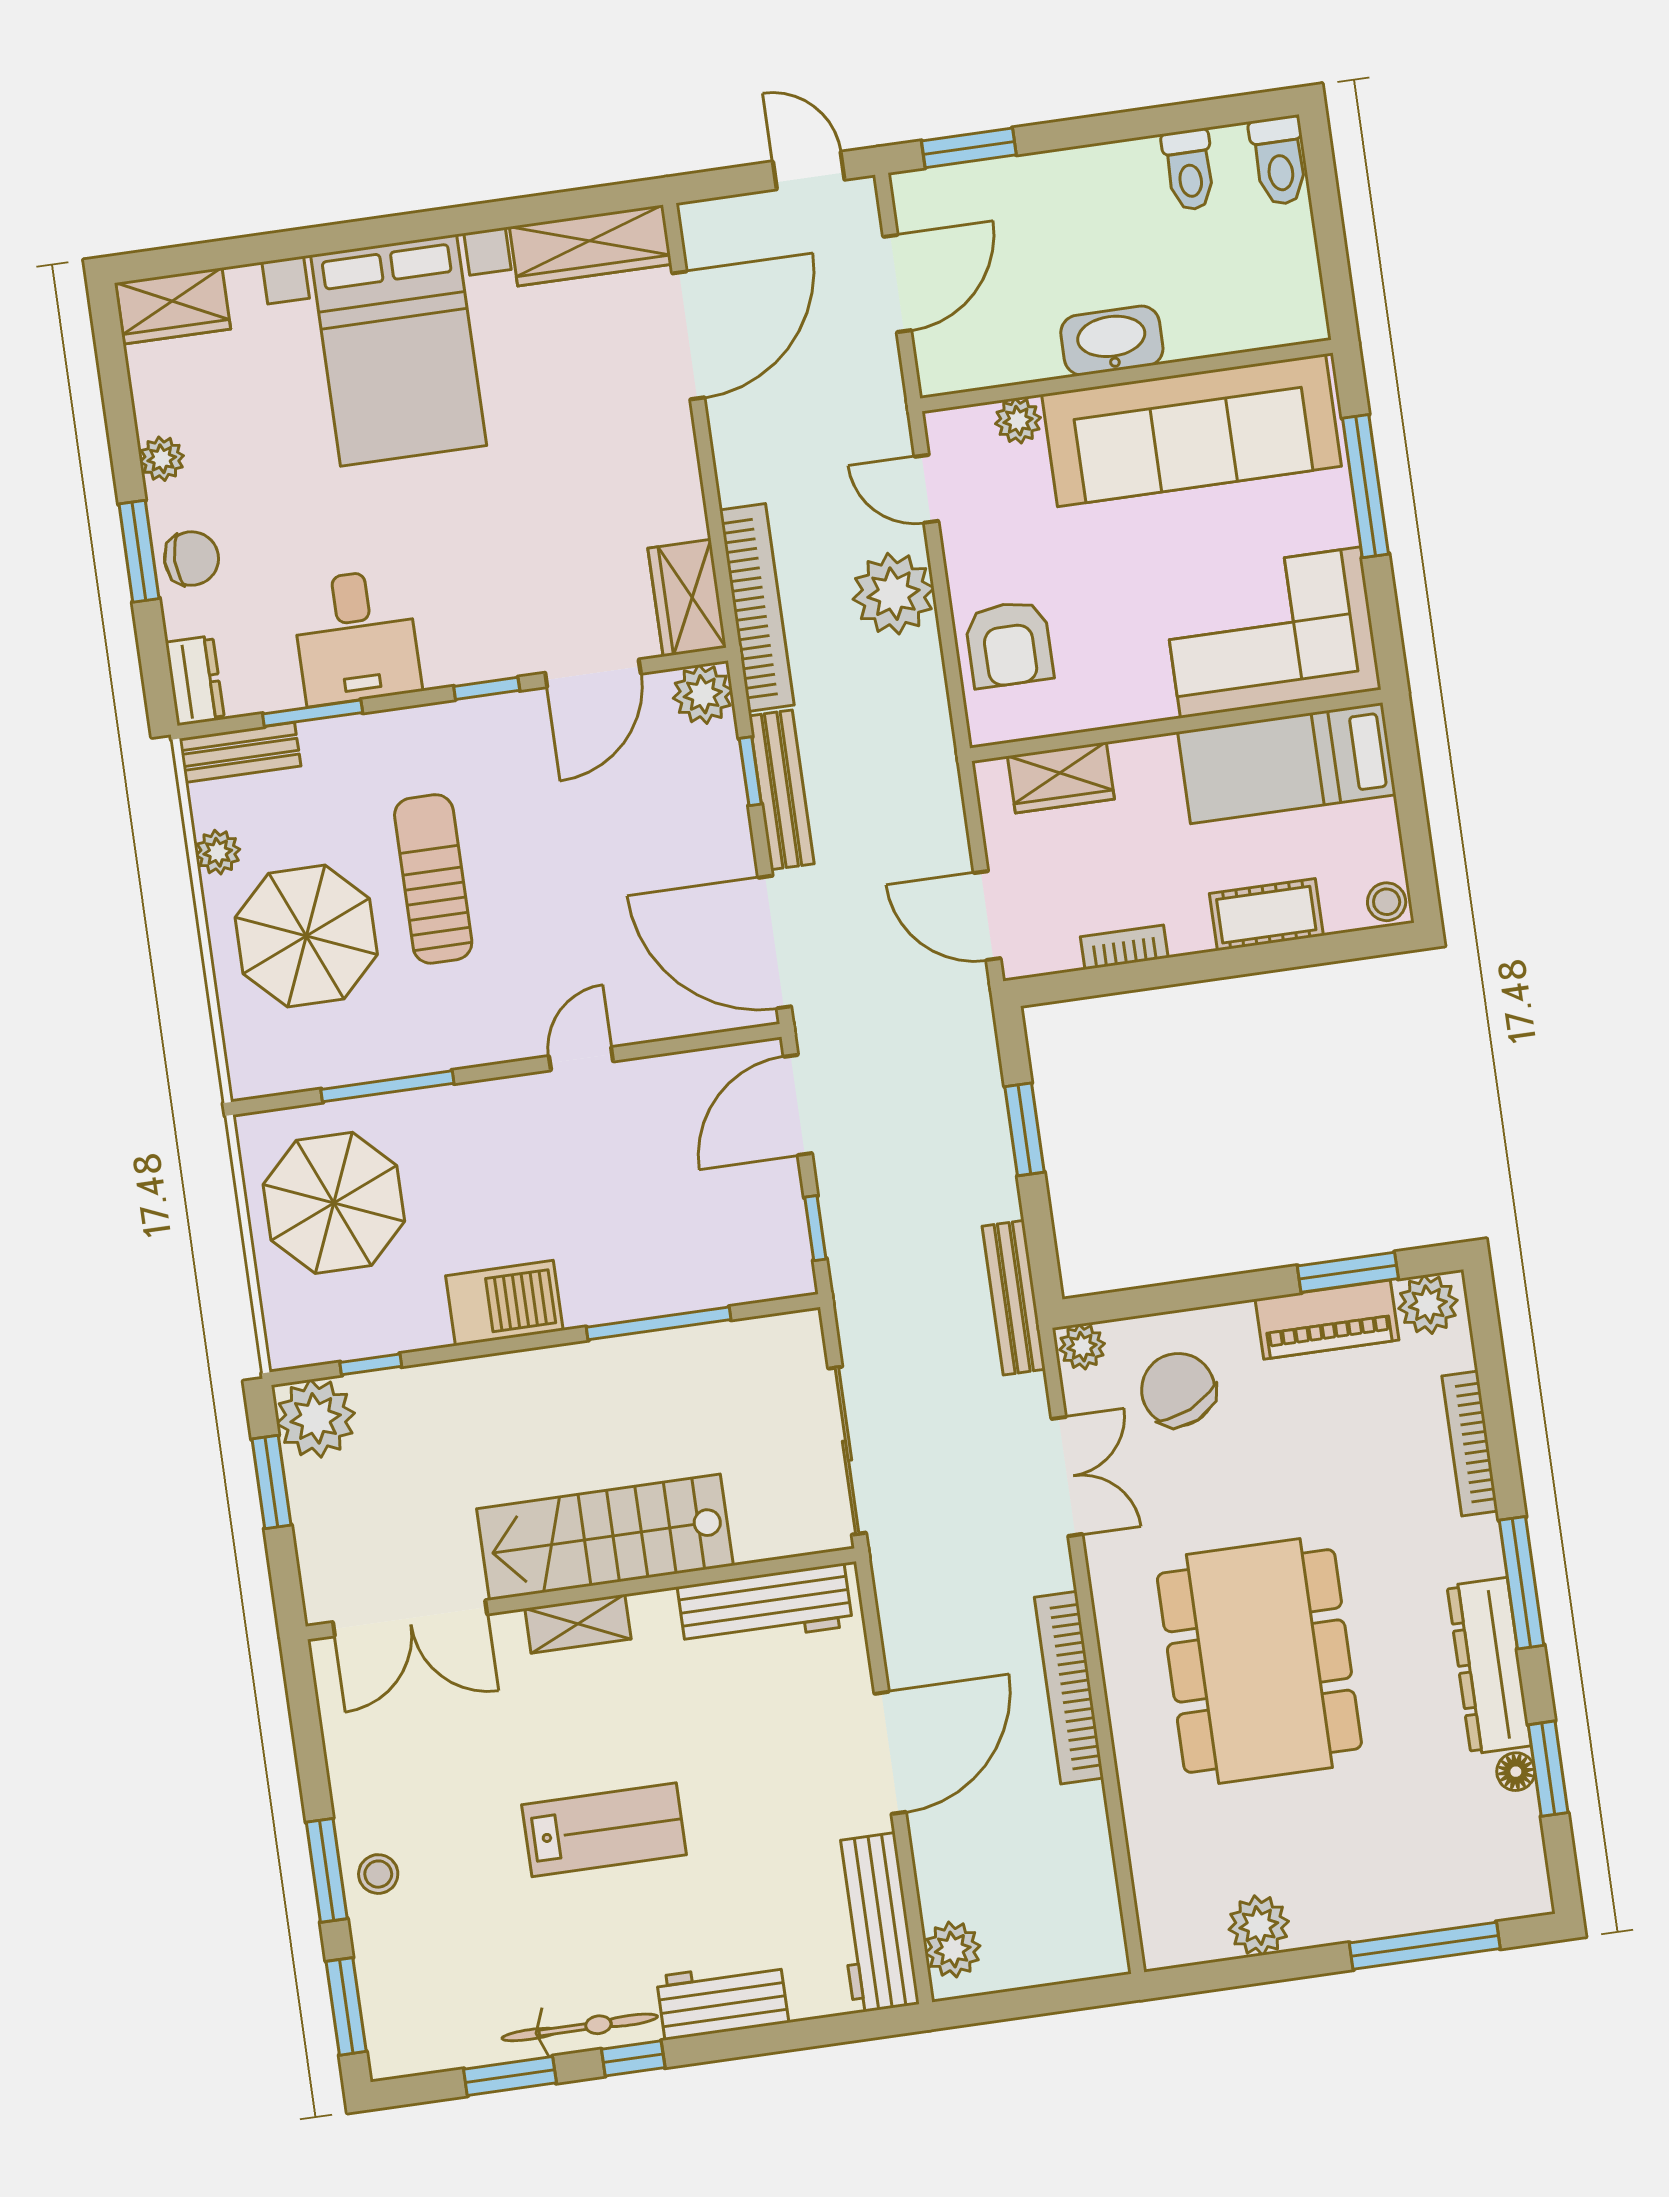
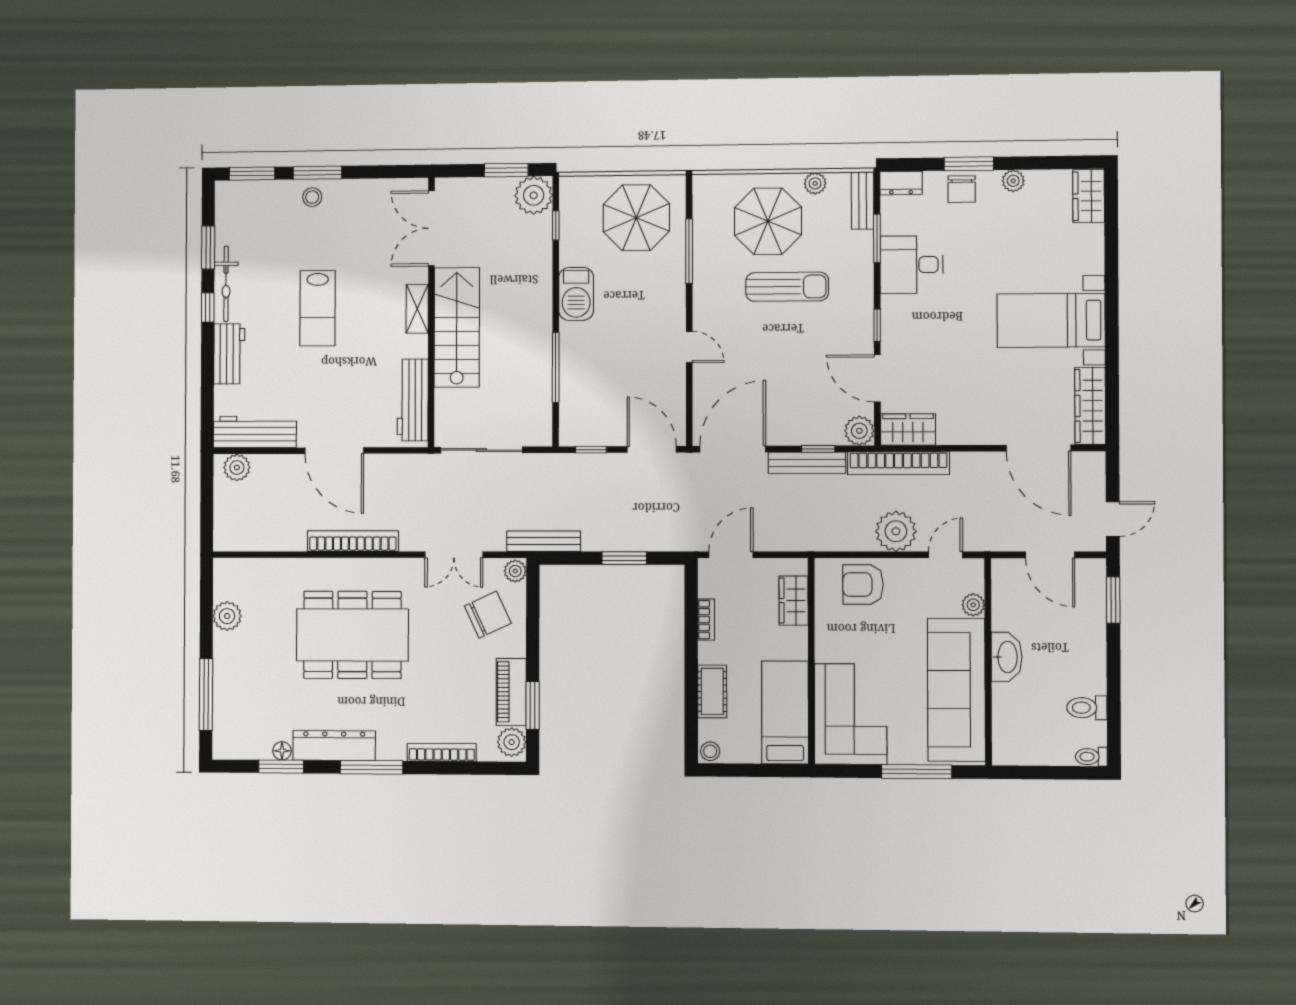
toilet: (1279, 161) -> (1091, 757), width x0.73, depth x0.72
bed with nightstands: (399, 350) -> (1051, 320), width x0.73

